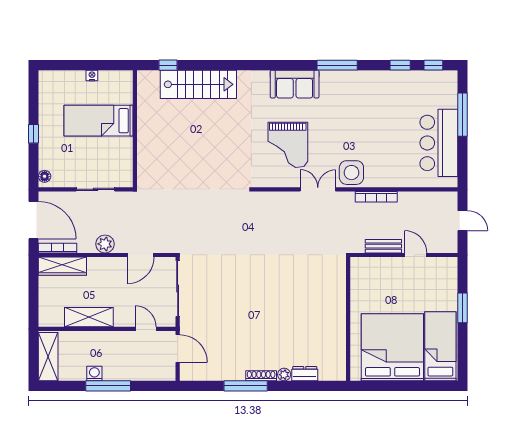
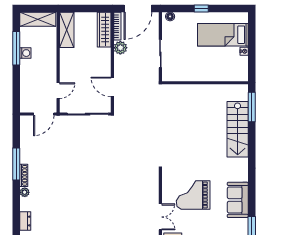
window: (168, 65) -> (252, 107), width x2.17
bed: (99, 121) -> (223, 35), moved, turned -90
plant: (105, 244) -> (120, 48), moved
shelving: (89, 317) -> (67, 30), moved
dresser: (305, 374) -> (25, 221), moved
window: (108, 386) -> (16, 48), moved

